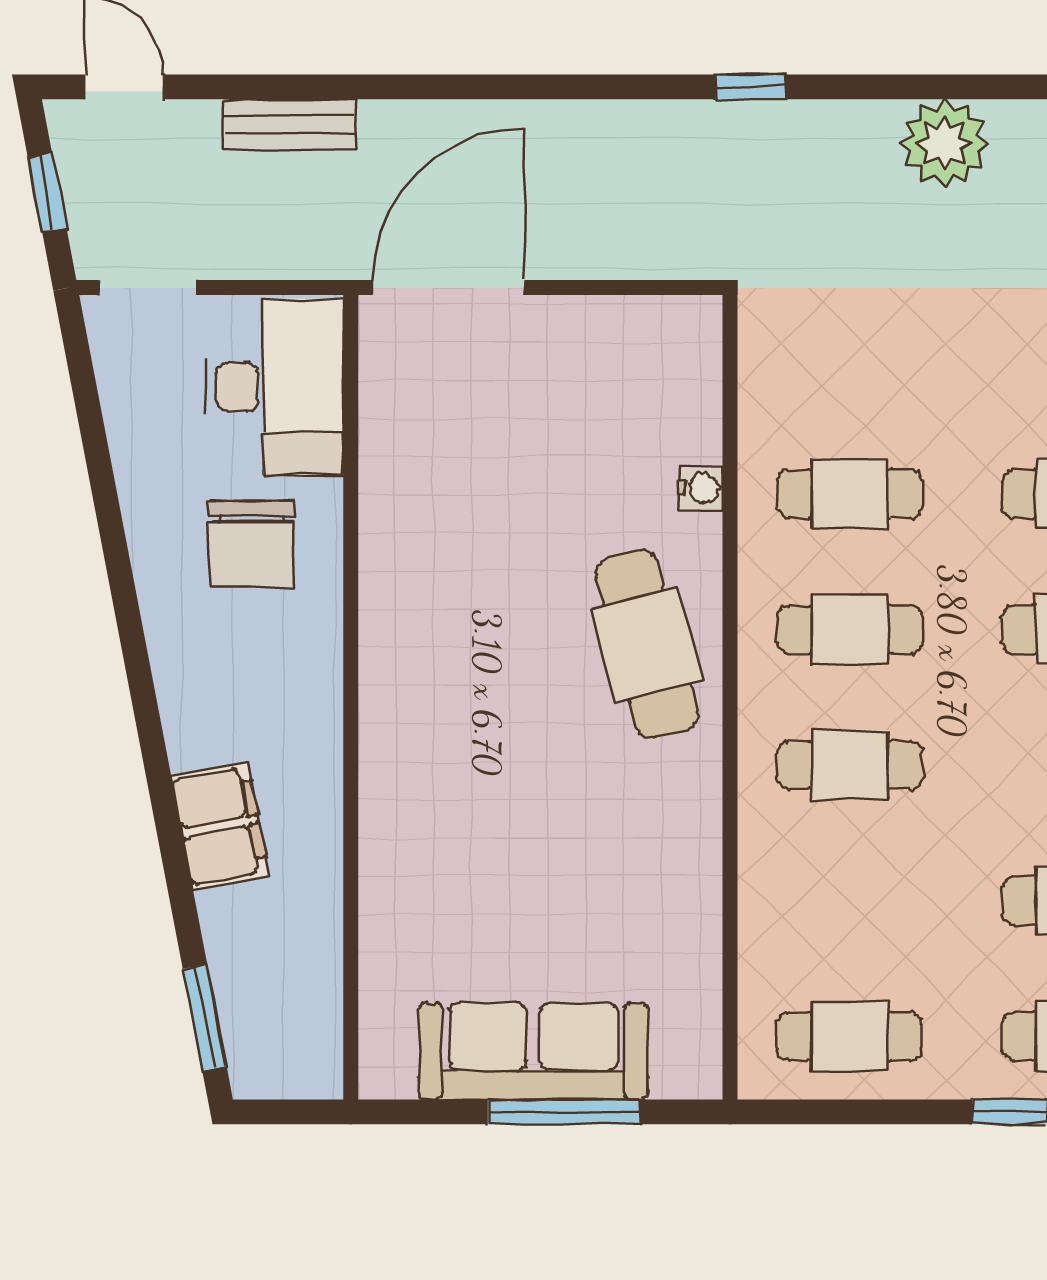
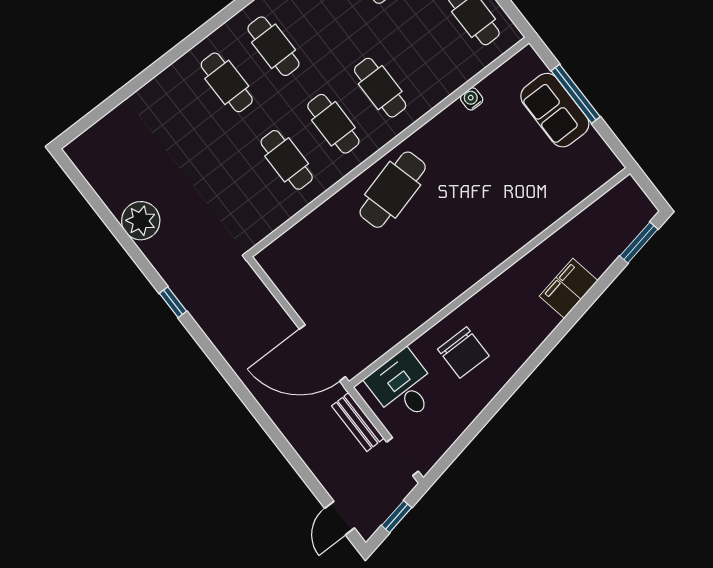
bench: (290, 125) -> (358, 422), moved
desk: (274, 387) -> (403, 387), width x0.73
water cooler: (701, 488) -> (472, 99), moved
chair: (252, 544) -> (463, 353), turned 90
sofa: (533, 1051) -> (555, 110), width x0.73

